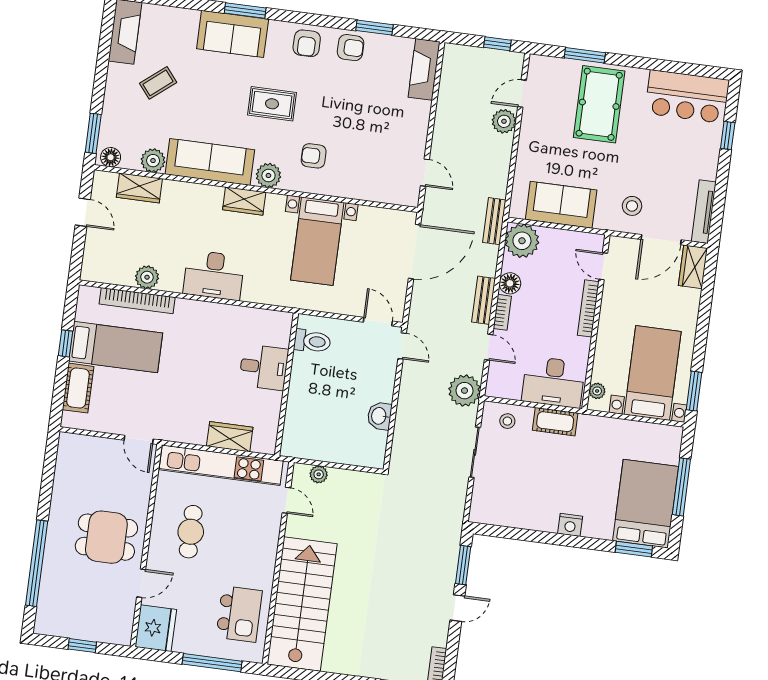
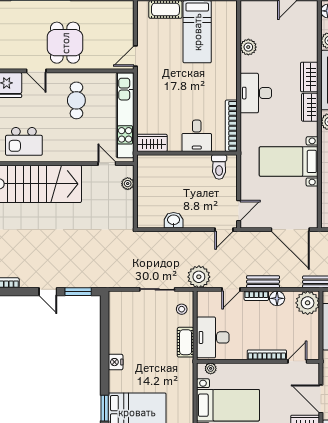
wardrobe: (139, 188) -> (309, 77), moved
bookcase: (137, 301) -> (231, 126), moved
wardrobe: (230, 437) -> (152, 143), moved, turned -90
door: (286, 500) -> (107, 164), swing flipped
cafe table: (191, 532) -> (76, 100), turned 90

